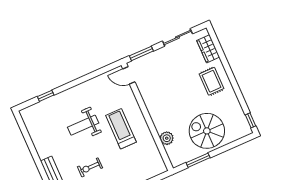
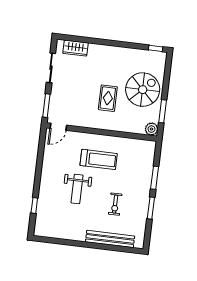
rug: (212, 81) -> (108, 98), moved, turned 90
treadmill: (121, 129) -> (99, 159), turned 180
spiral stairs: (207, 131) -> (143, 90), turned 180
plant: (167, 138) -> (152, 129), moved

